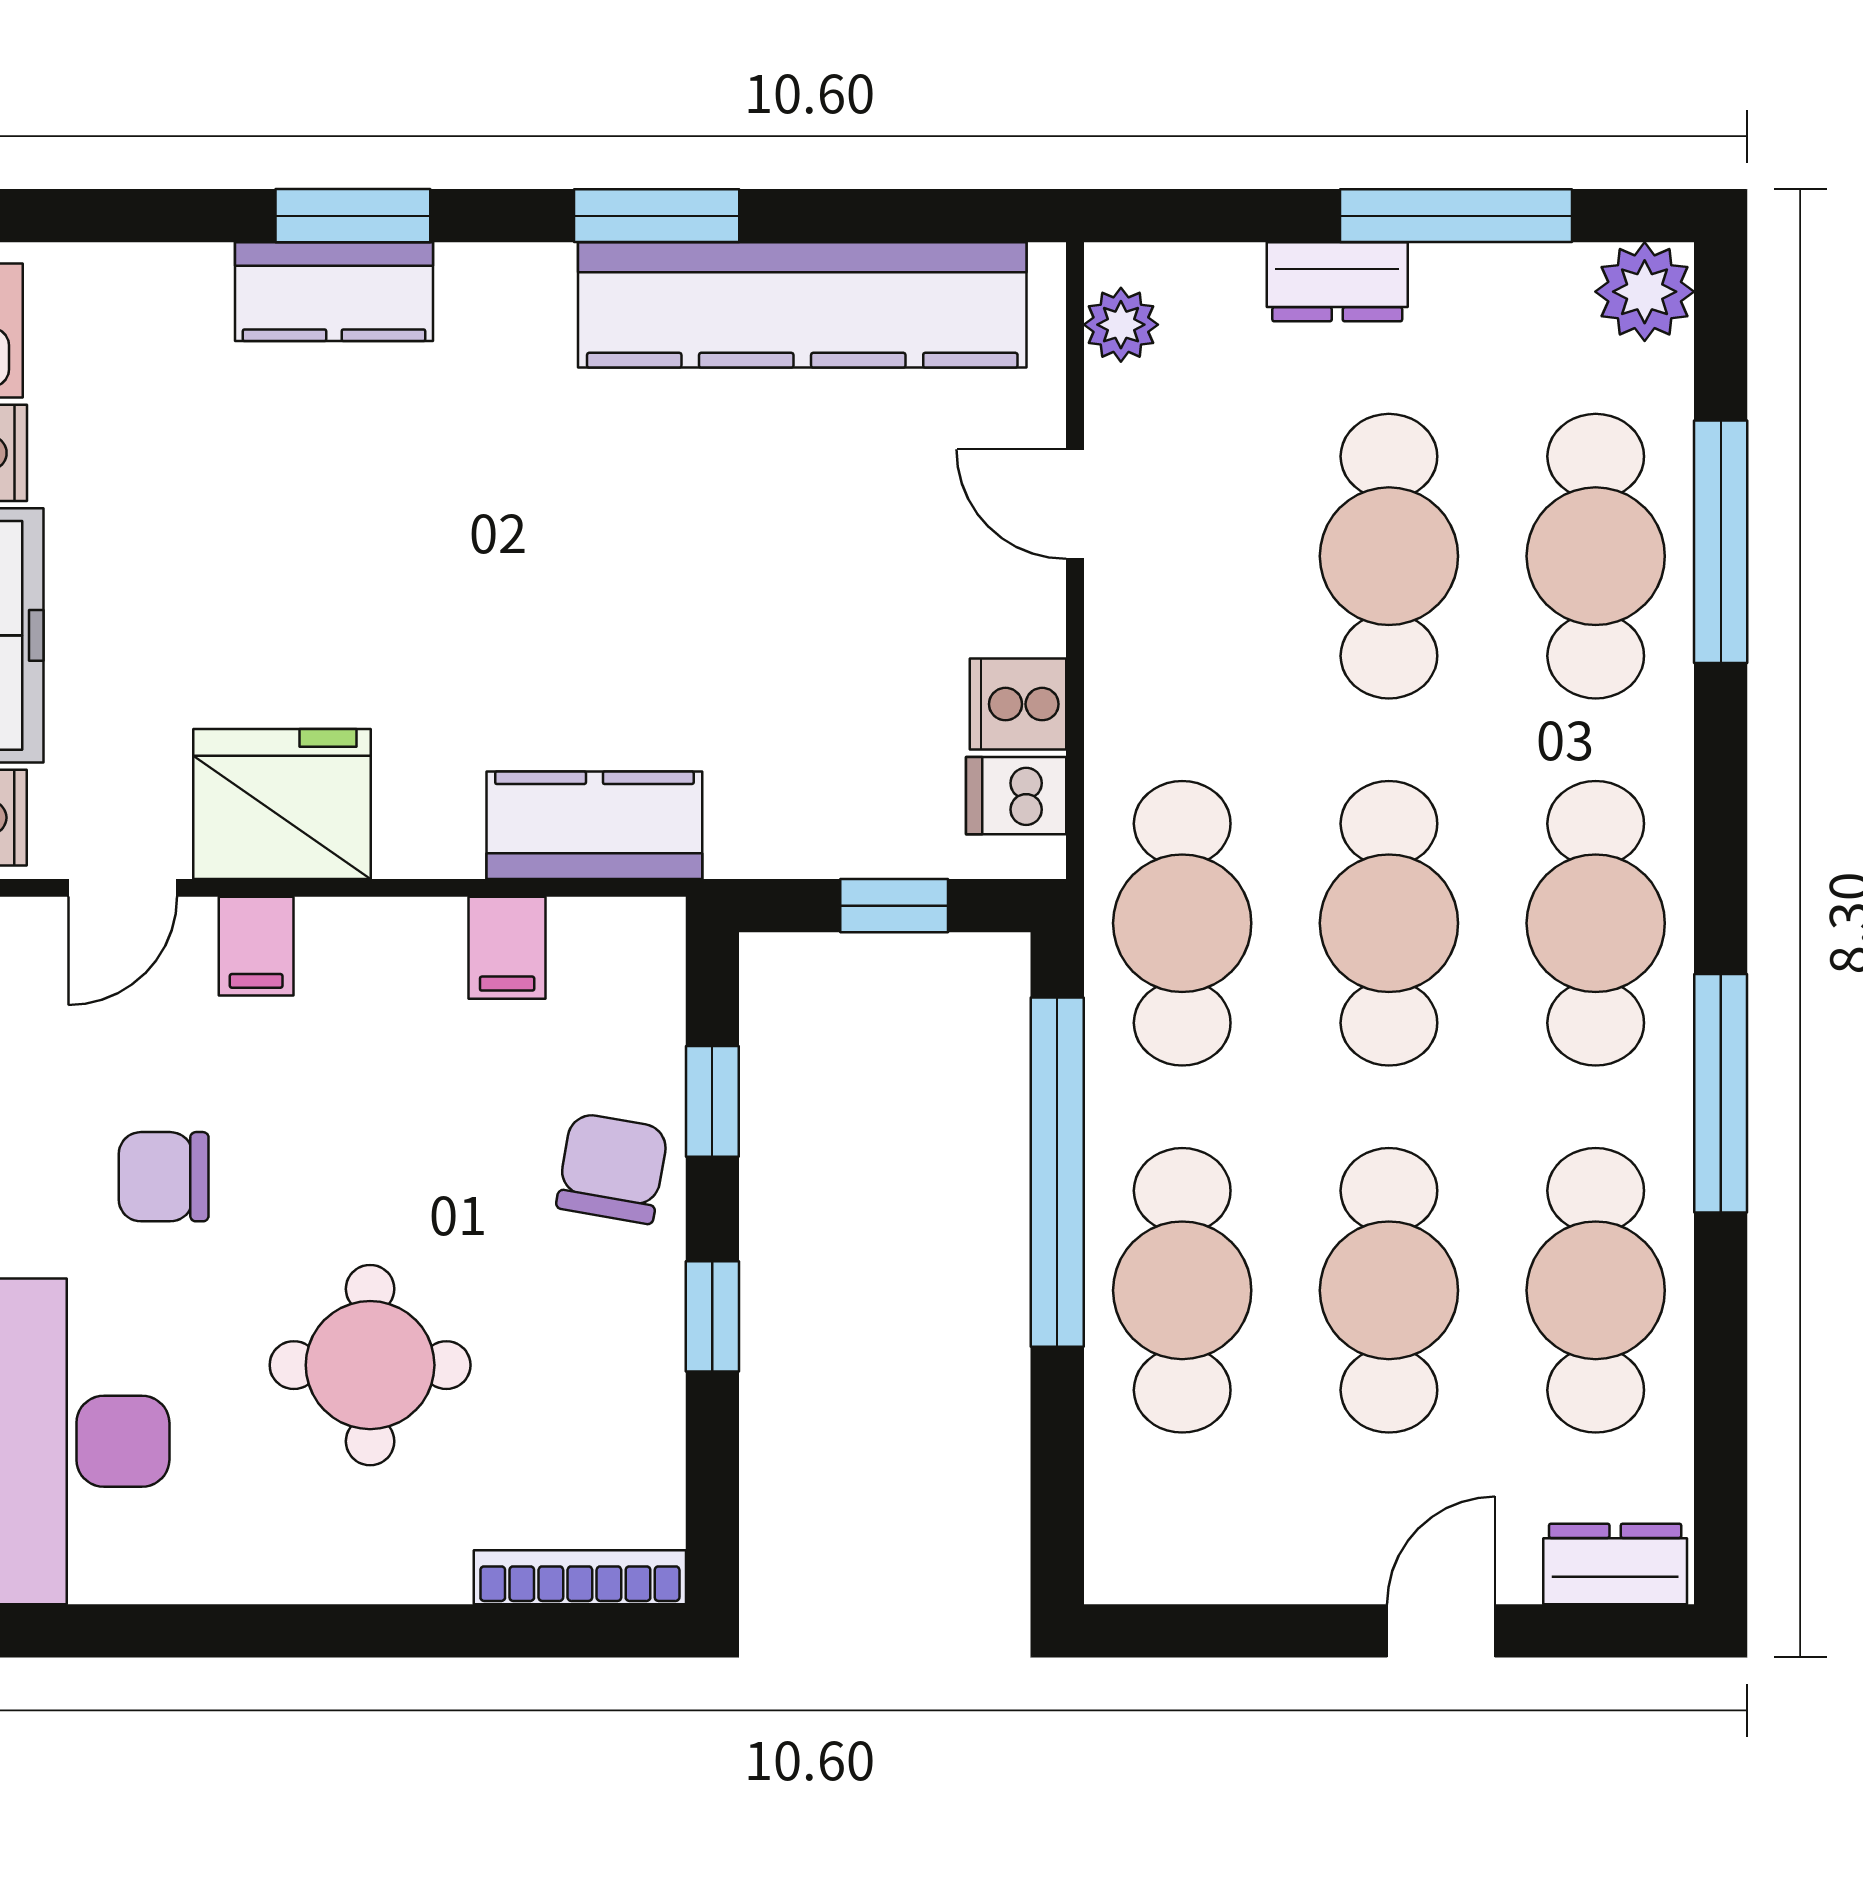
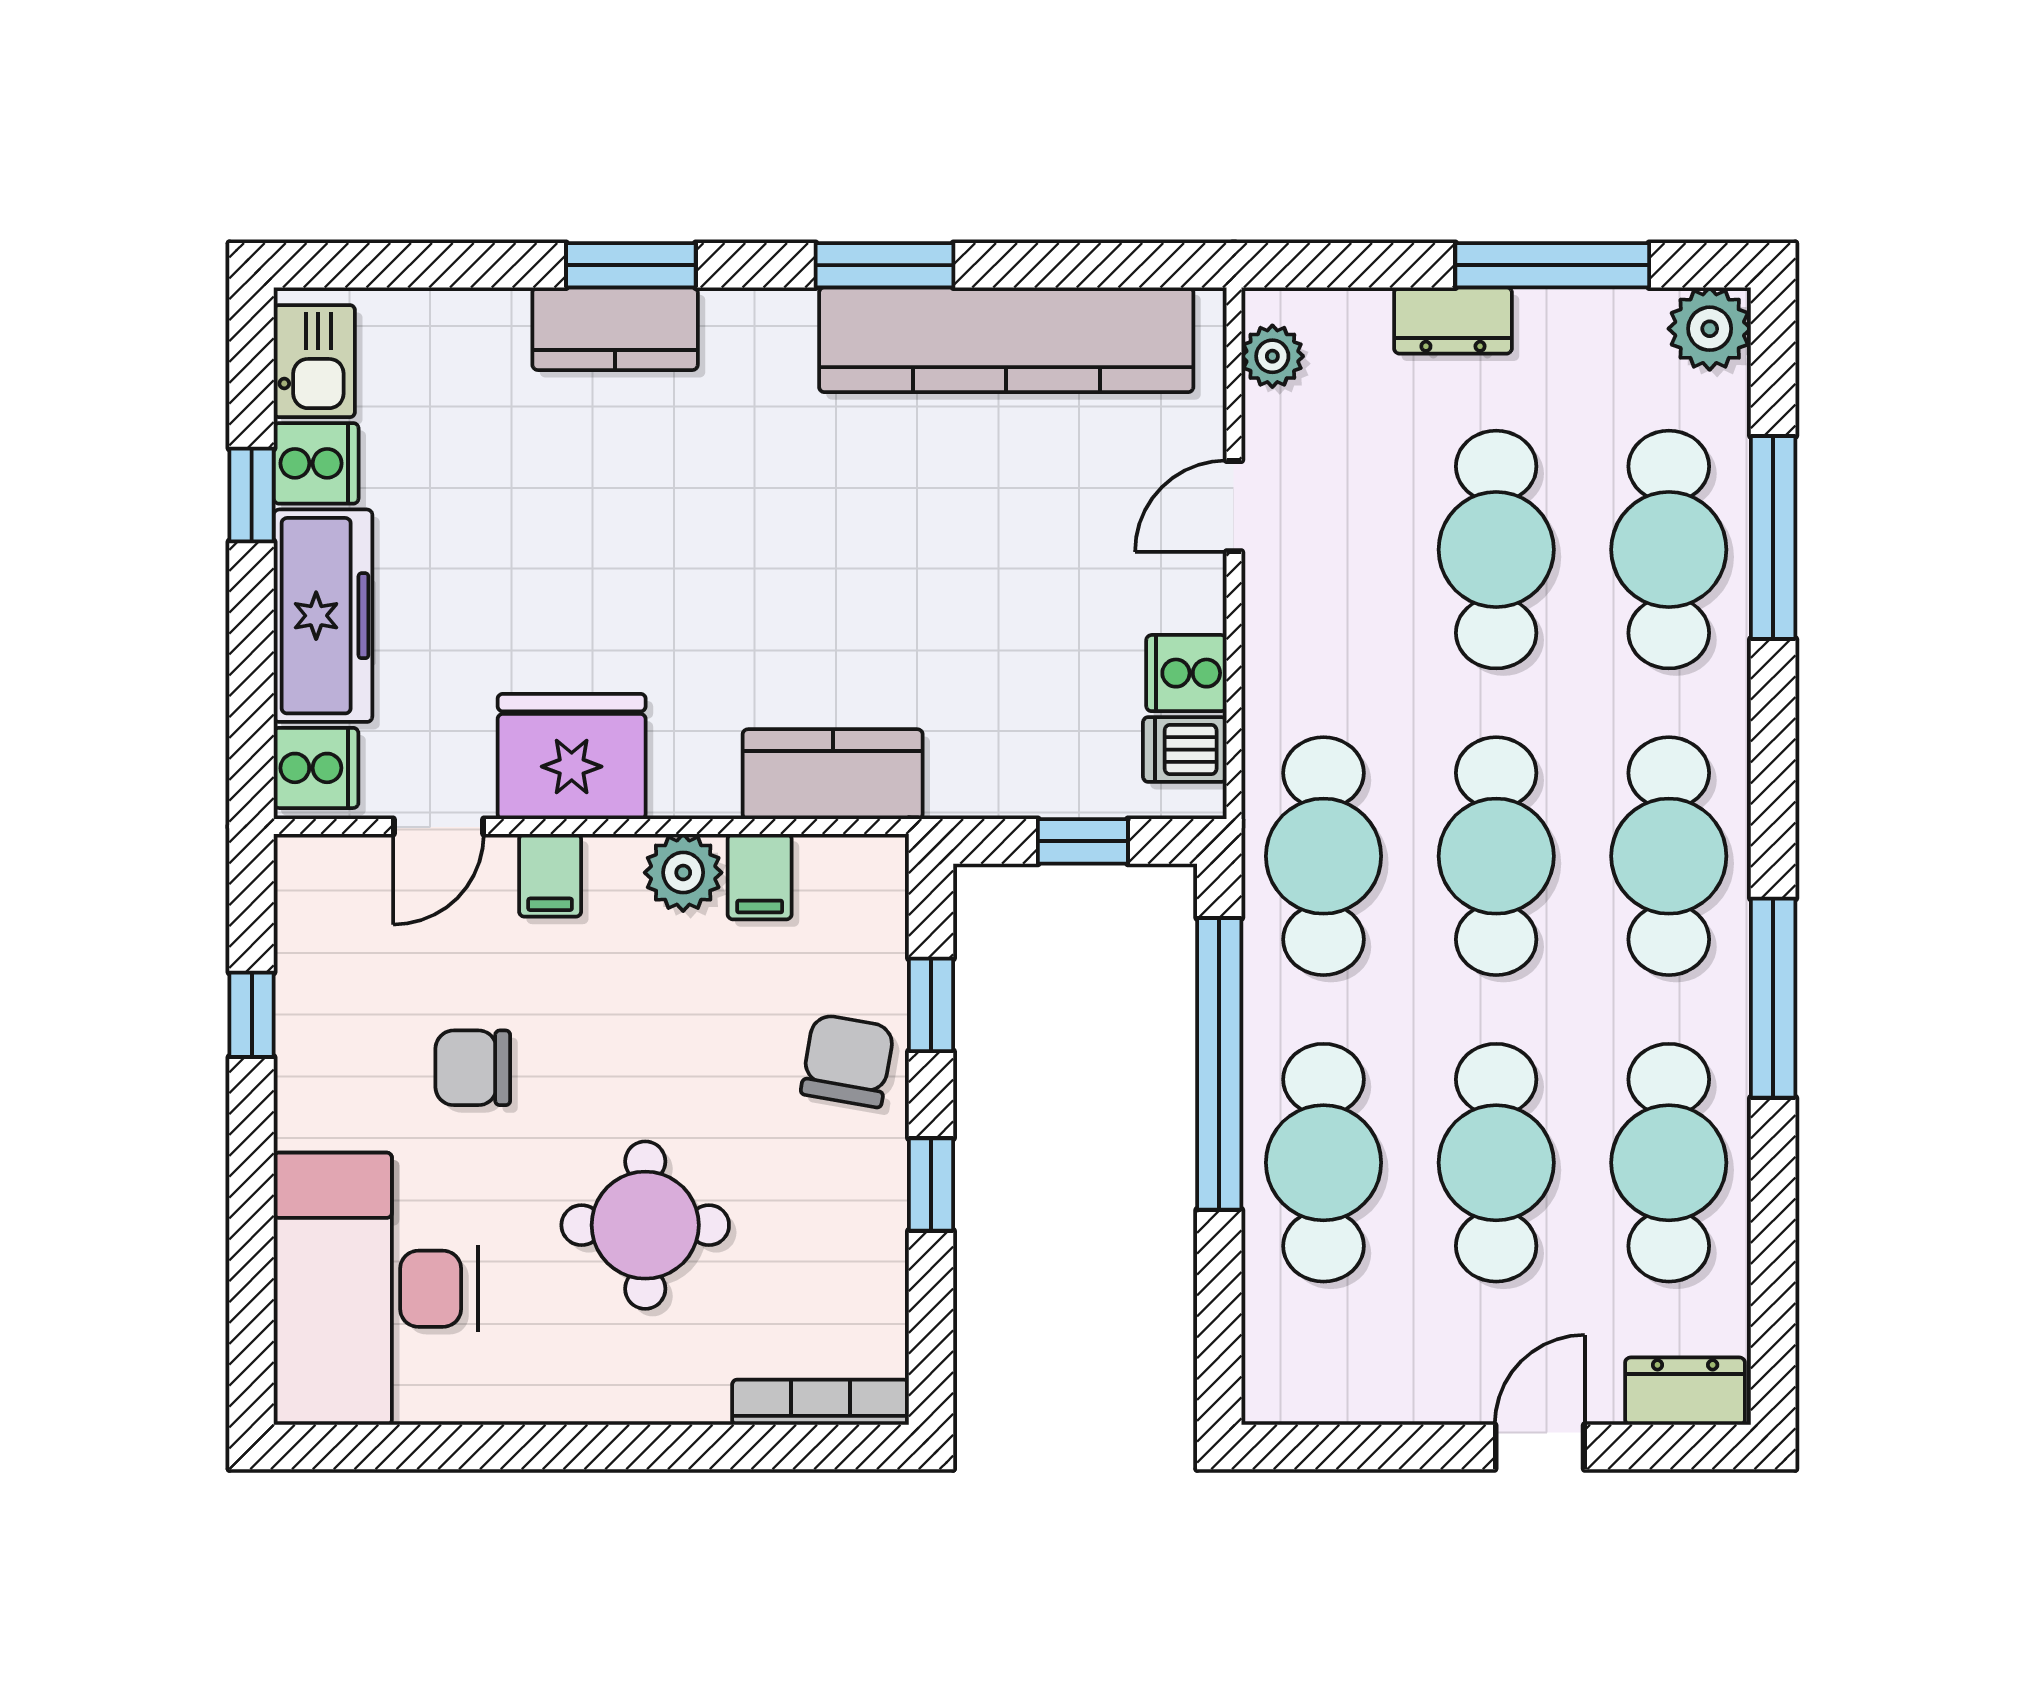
door: (1075, 504) -> (1234, 506), hinge flipped
plant: (415, 943) -> (683, 873), added

